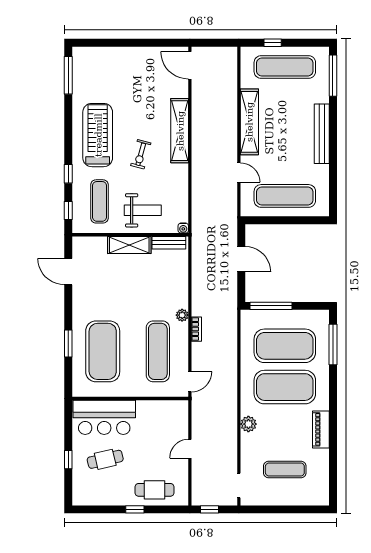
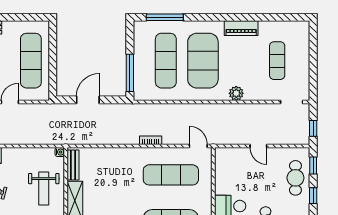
weight bench: (143, 210) -> (44, 189), turned 180
plant: (182, 315) -> (138, 153), removed
exercise mat: (285, 346) -> (166, 61), width x0.68
window: (168, 509) -> (313, 166), added

